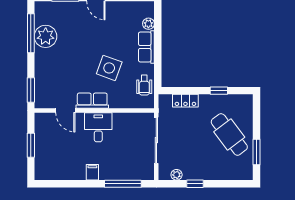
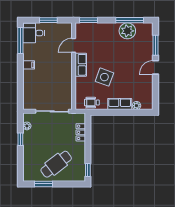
window: (219, 91) -> (88, 170), moved
desk: (98, 127) -> (34, 33), moved, turned 180
window: (123, 184) -> (20, 41), moved

